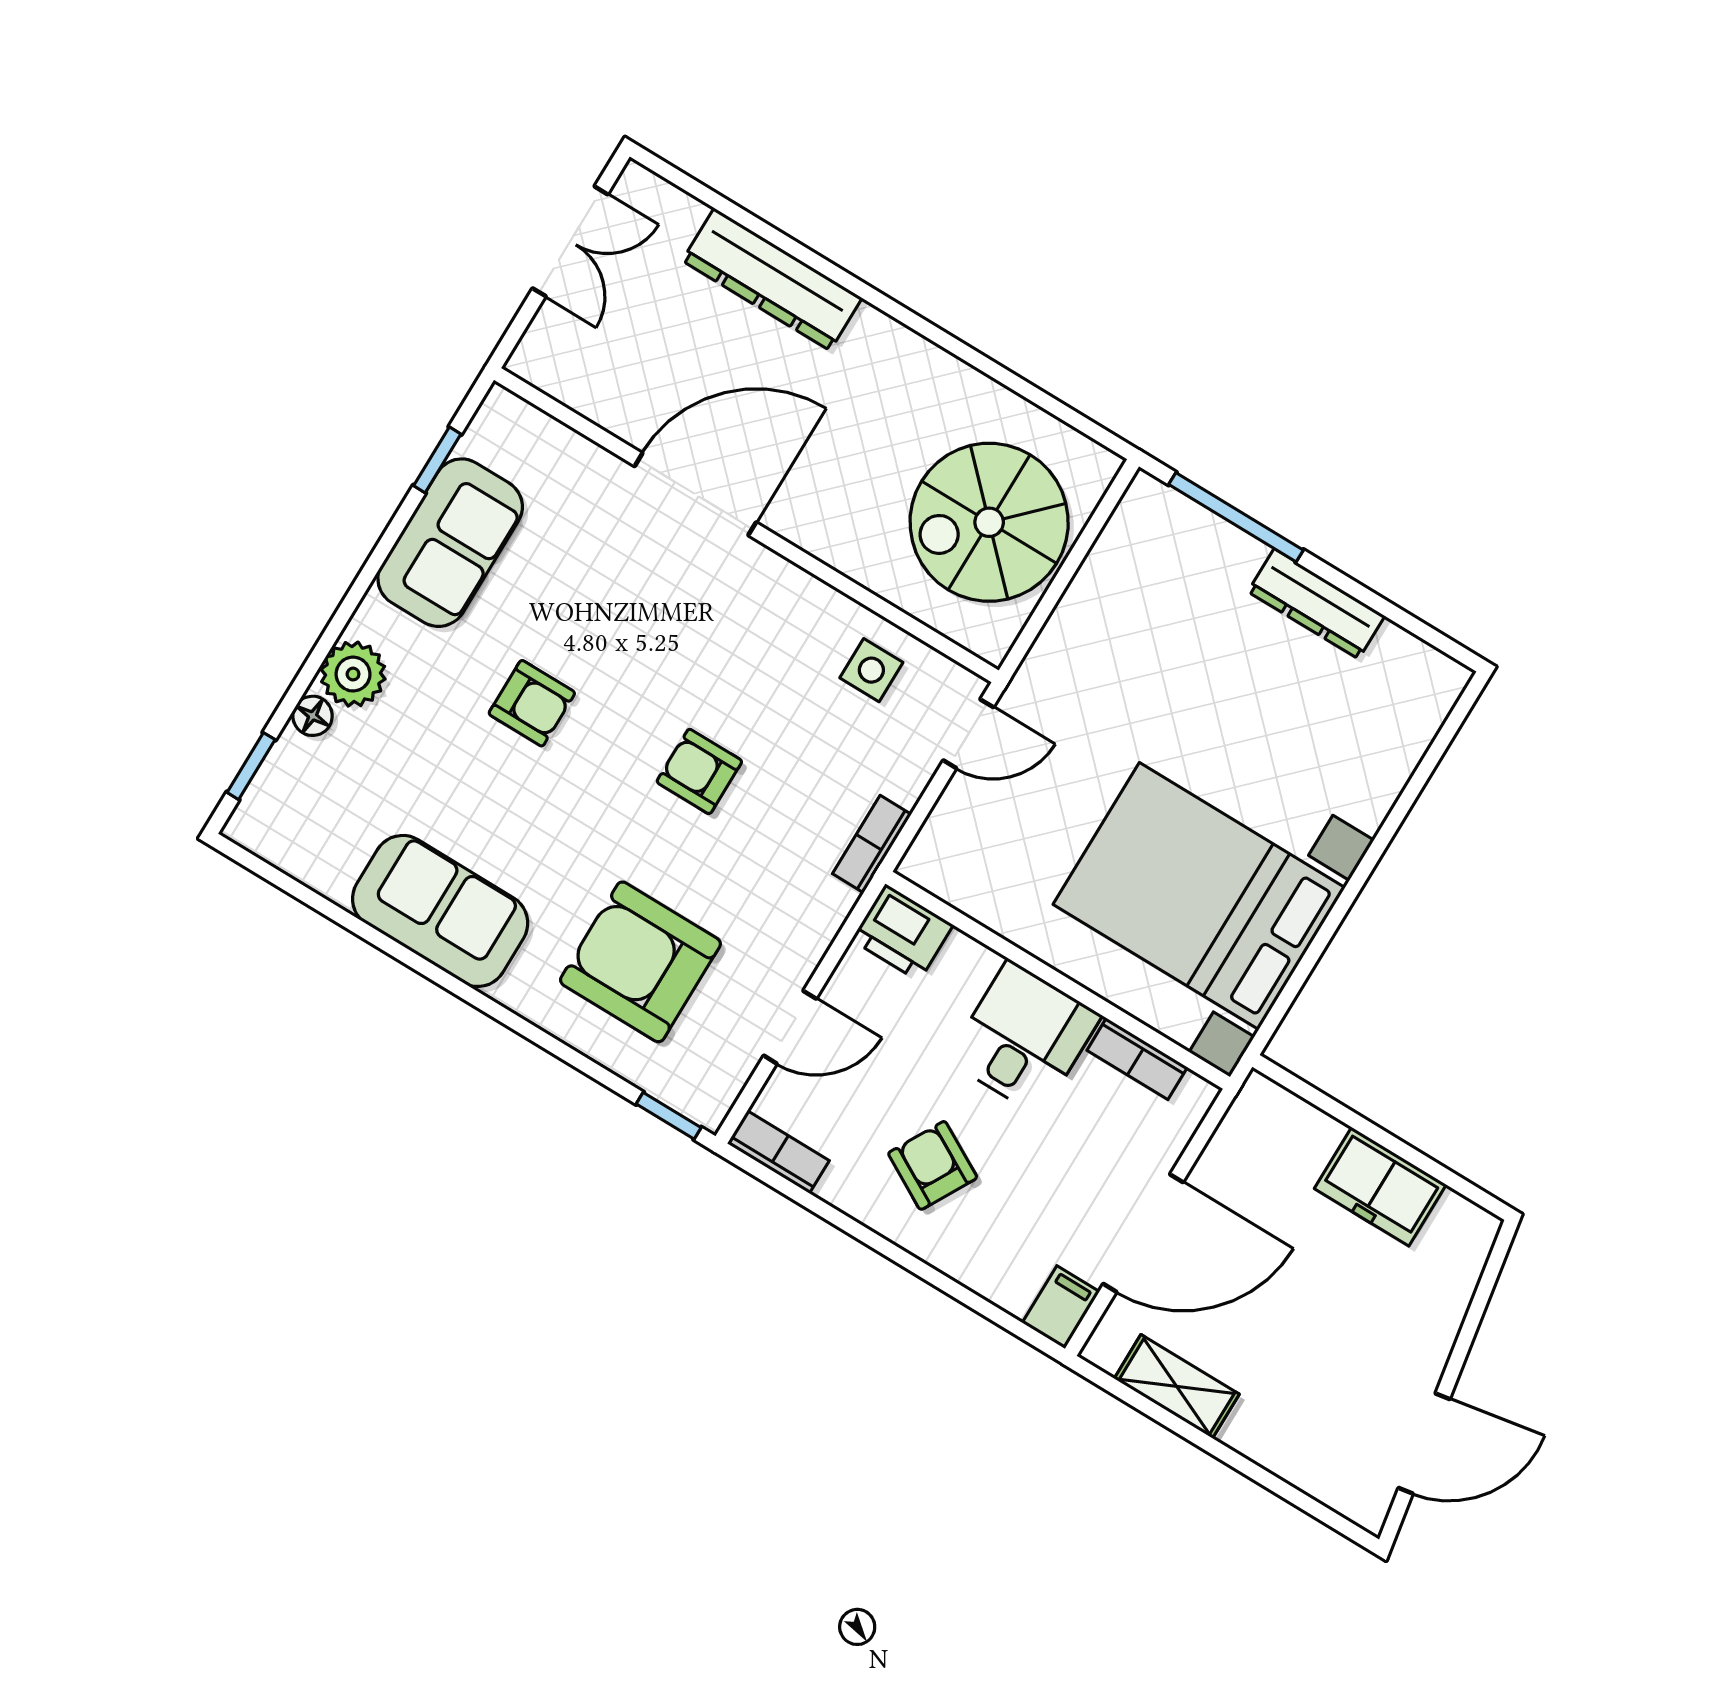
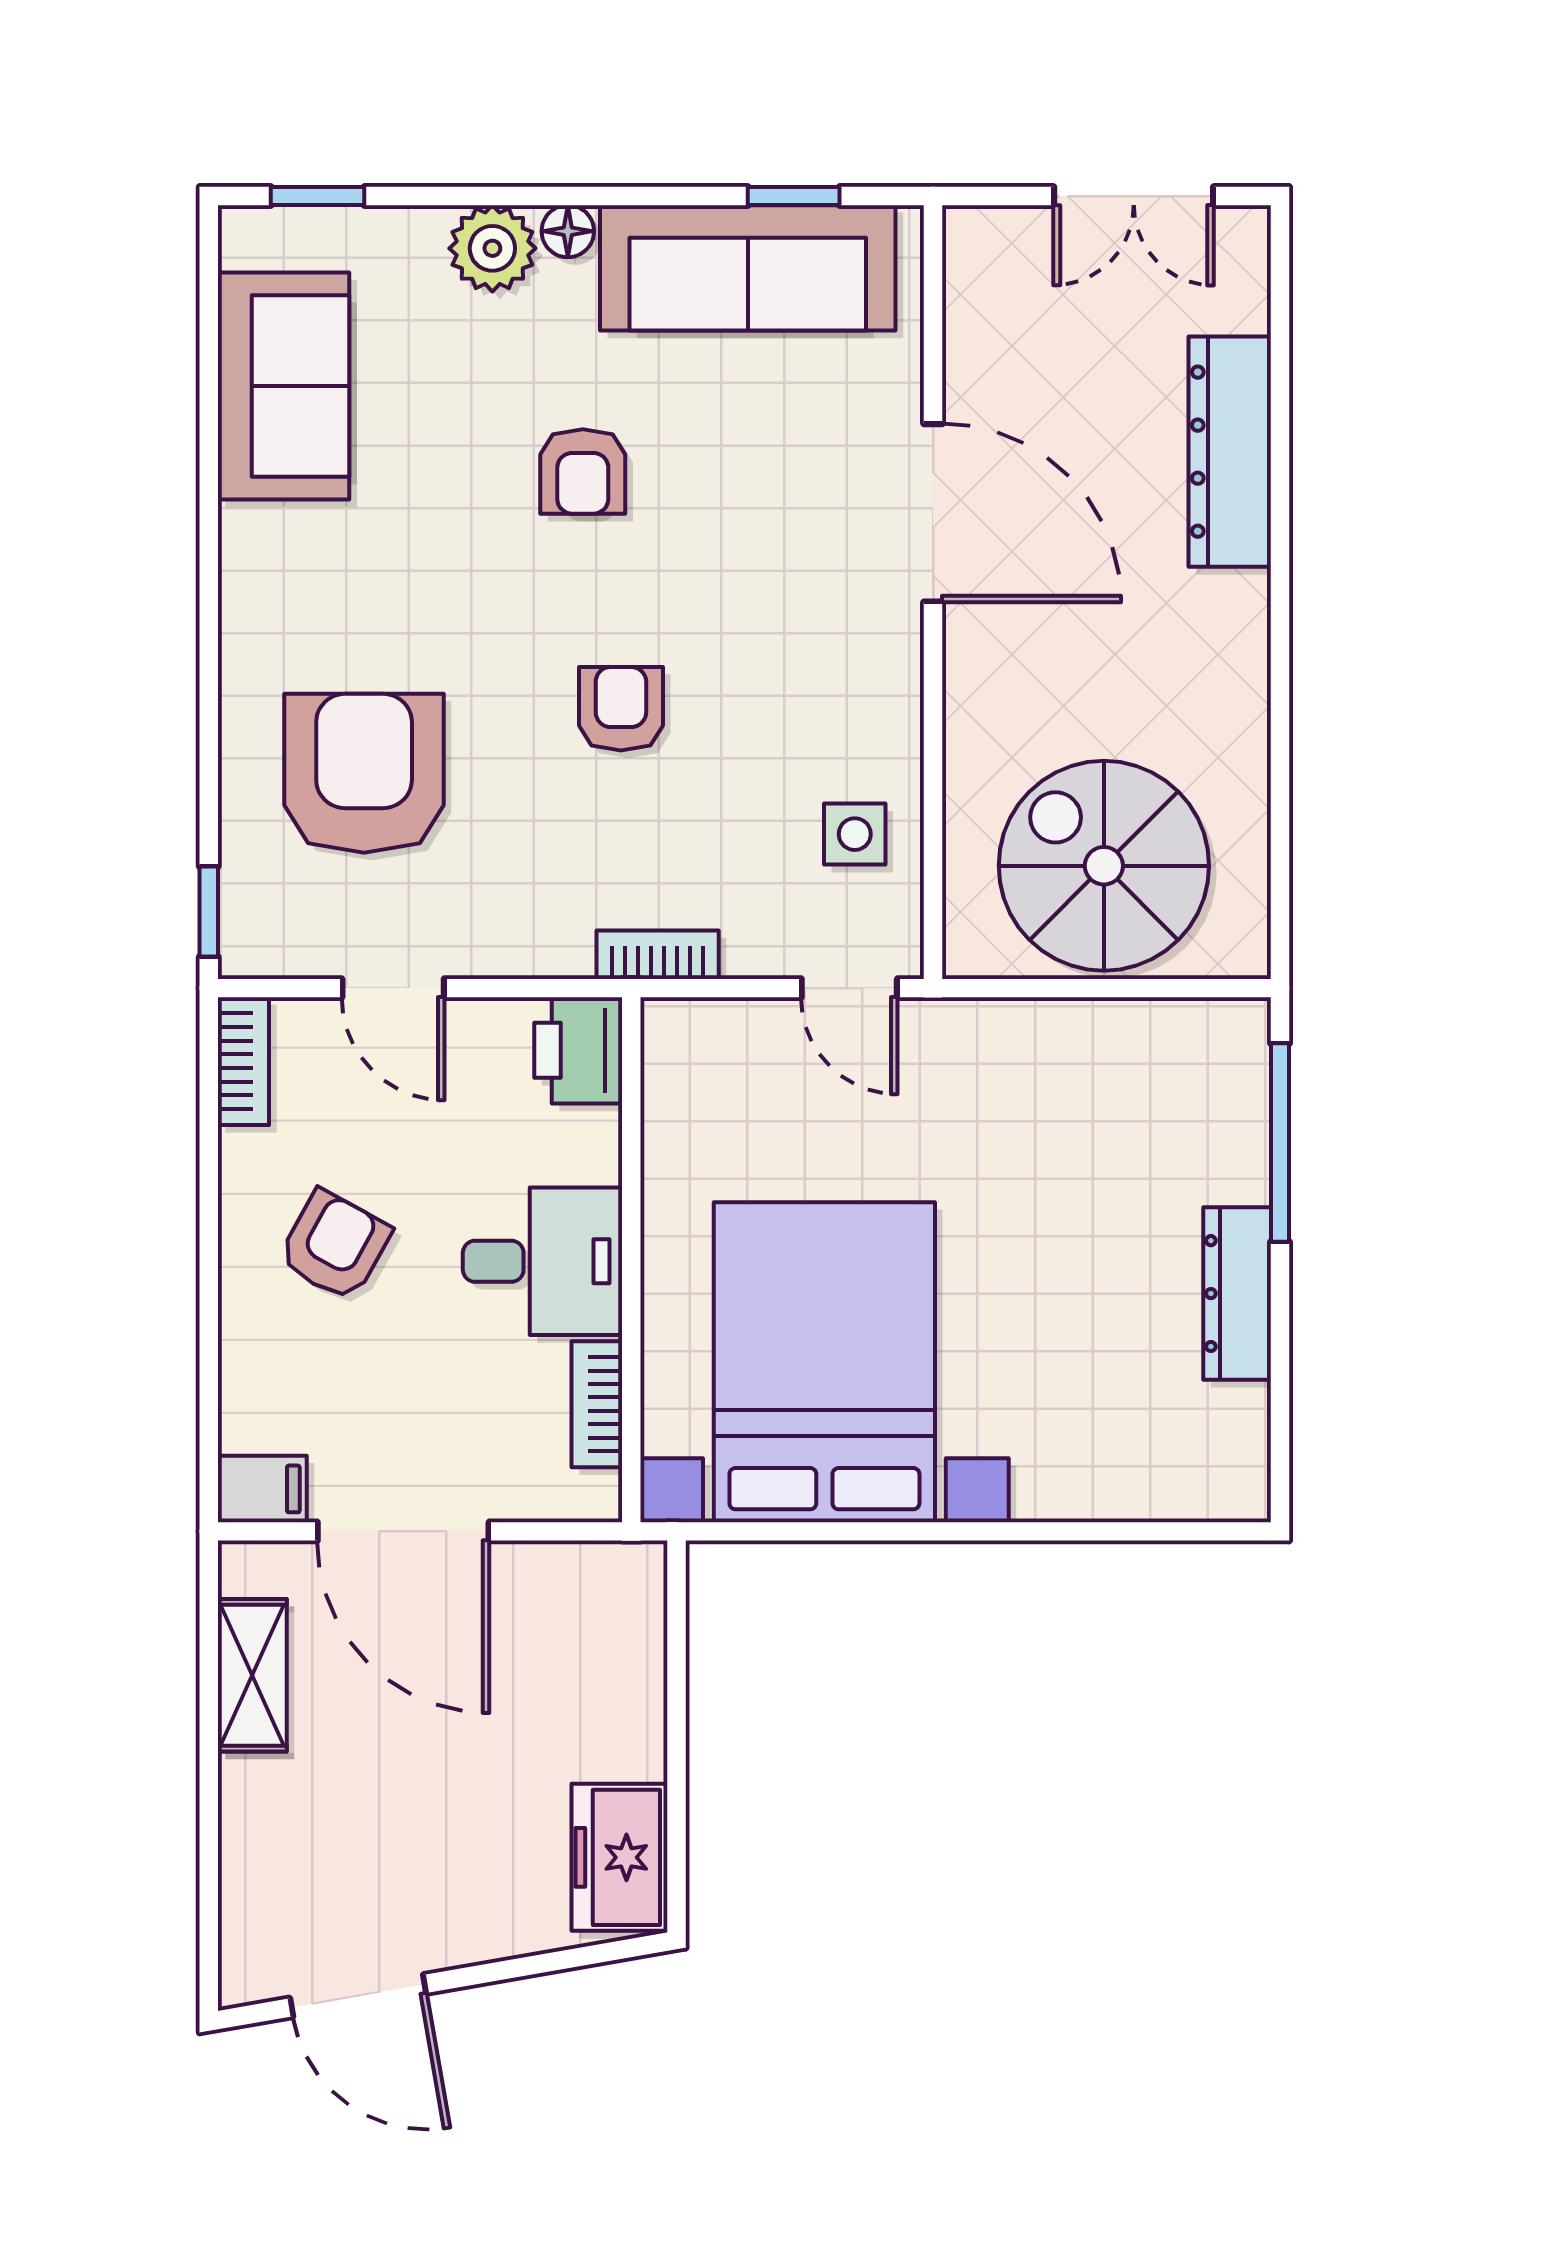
sofa: (450, 543) -> (748, 268), width x1.36
floor lamp: (313, 716) -> (568, 231), moved
sofa: (440, 911) -> (284, 386), moved
freezer: (1380, 1187) -> (620, 1857), moved

